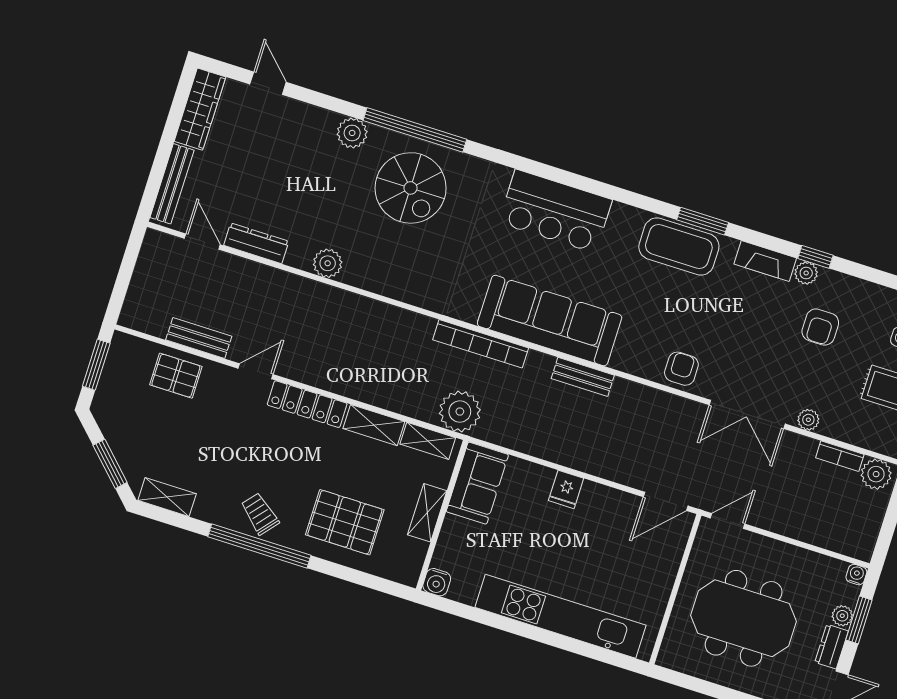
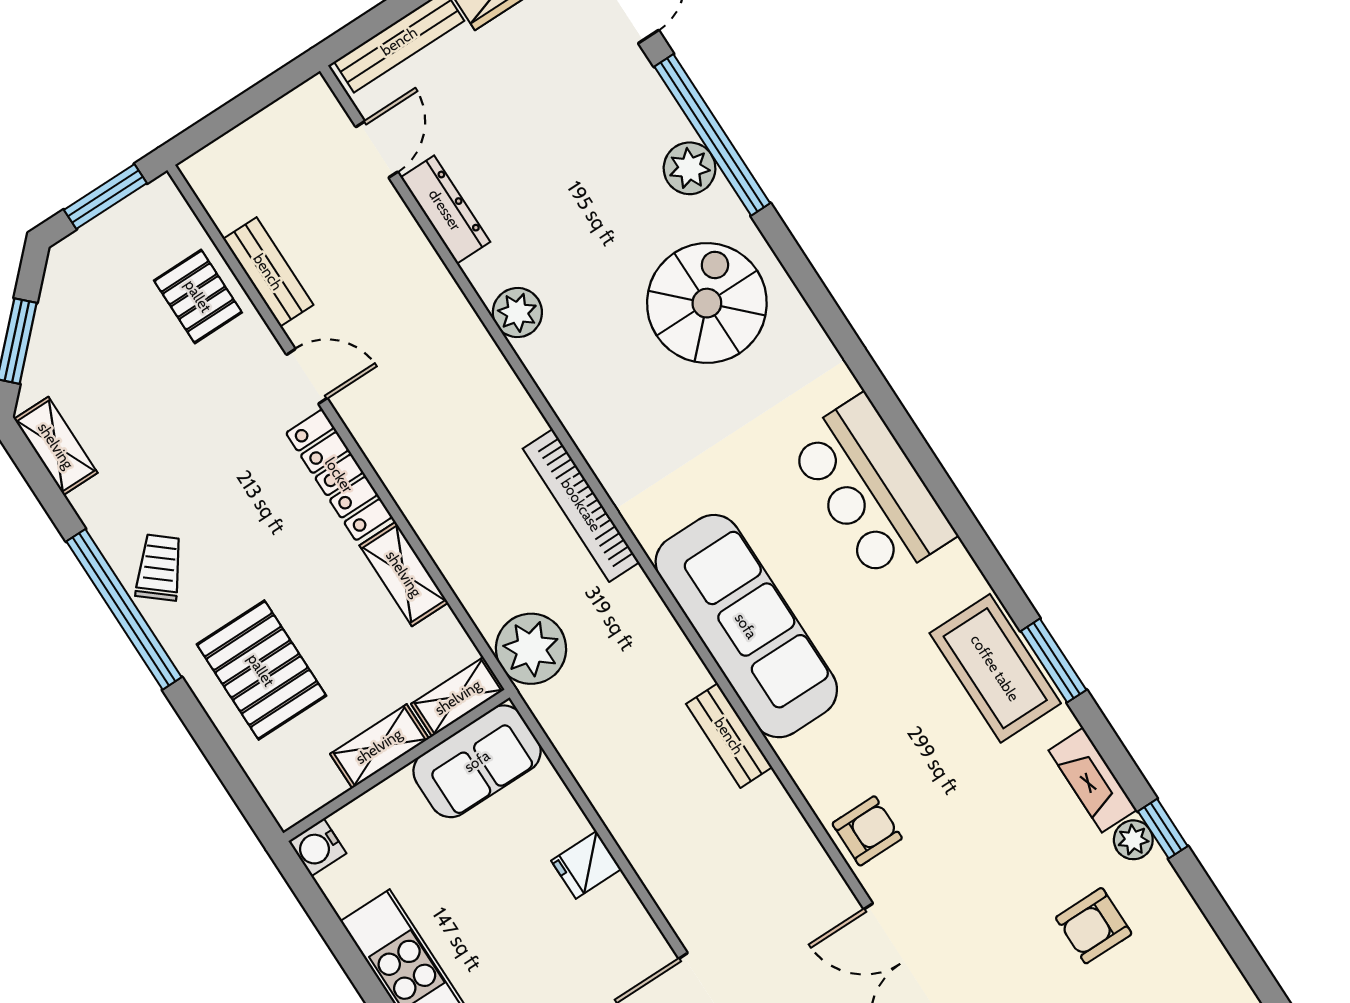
window: (415, 130) -> (712, 135), moved
spiral stairs: (411, 188) -> (707, 303), turned 180
bookcase: (481, 344) -> (581, 505), moved
shelving: (428, 441) -> (458, 697), moved, turned 90

